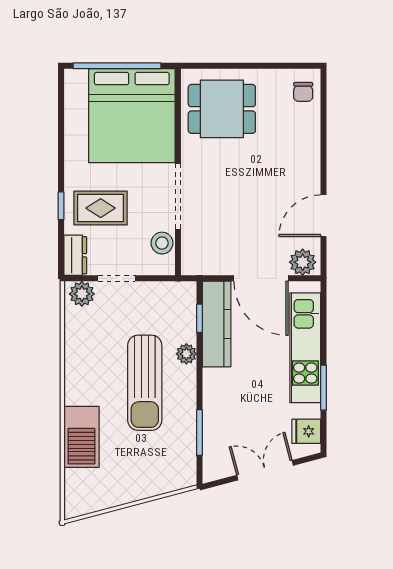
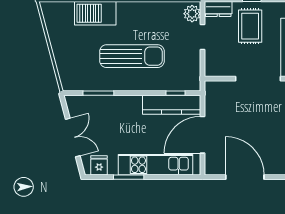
door: (324, 216) -> (245, 177), width x1.36
stool: (162, 243) -> (226, 68), removed
plant: (303, 262) -> (213, 163), removed
plant: (186, 354) -> (151, 84), removed
sun lounger: (145, 383) -> (132, 56), turned 180

